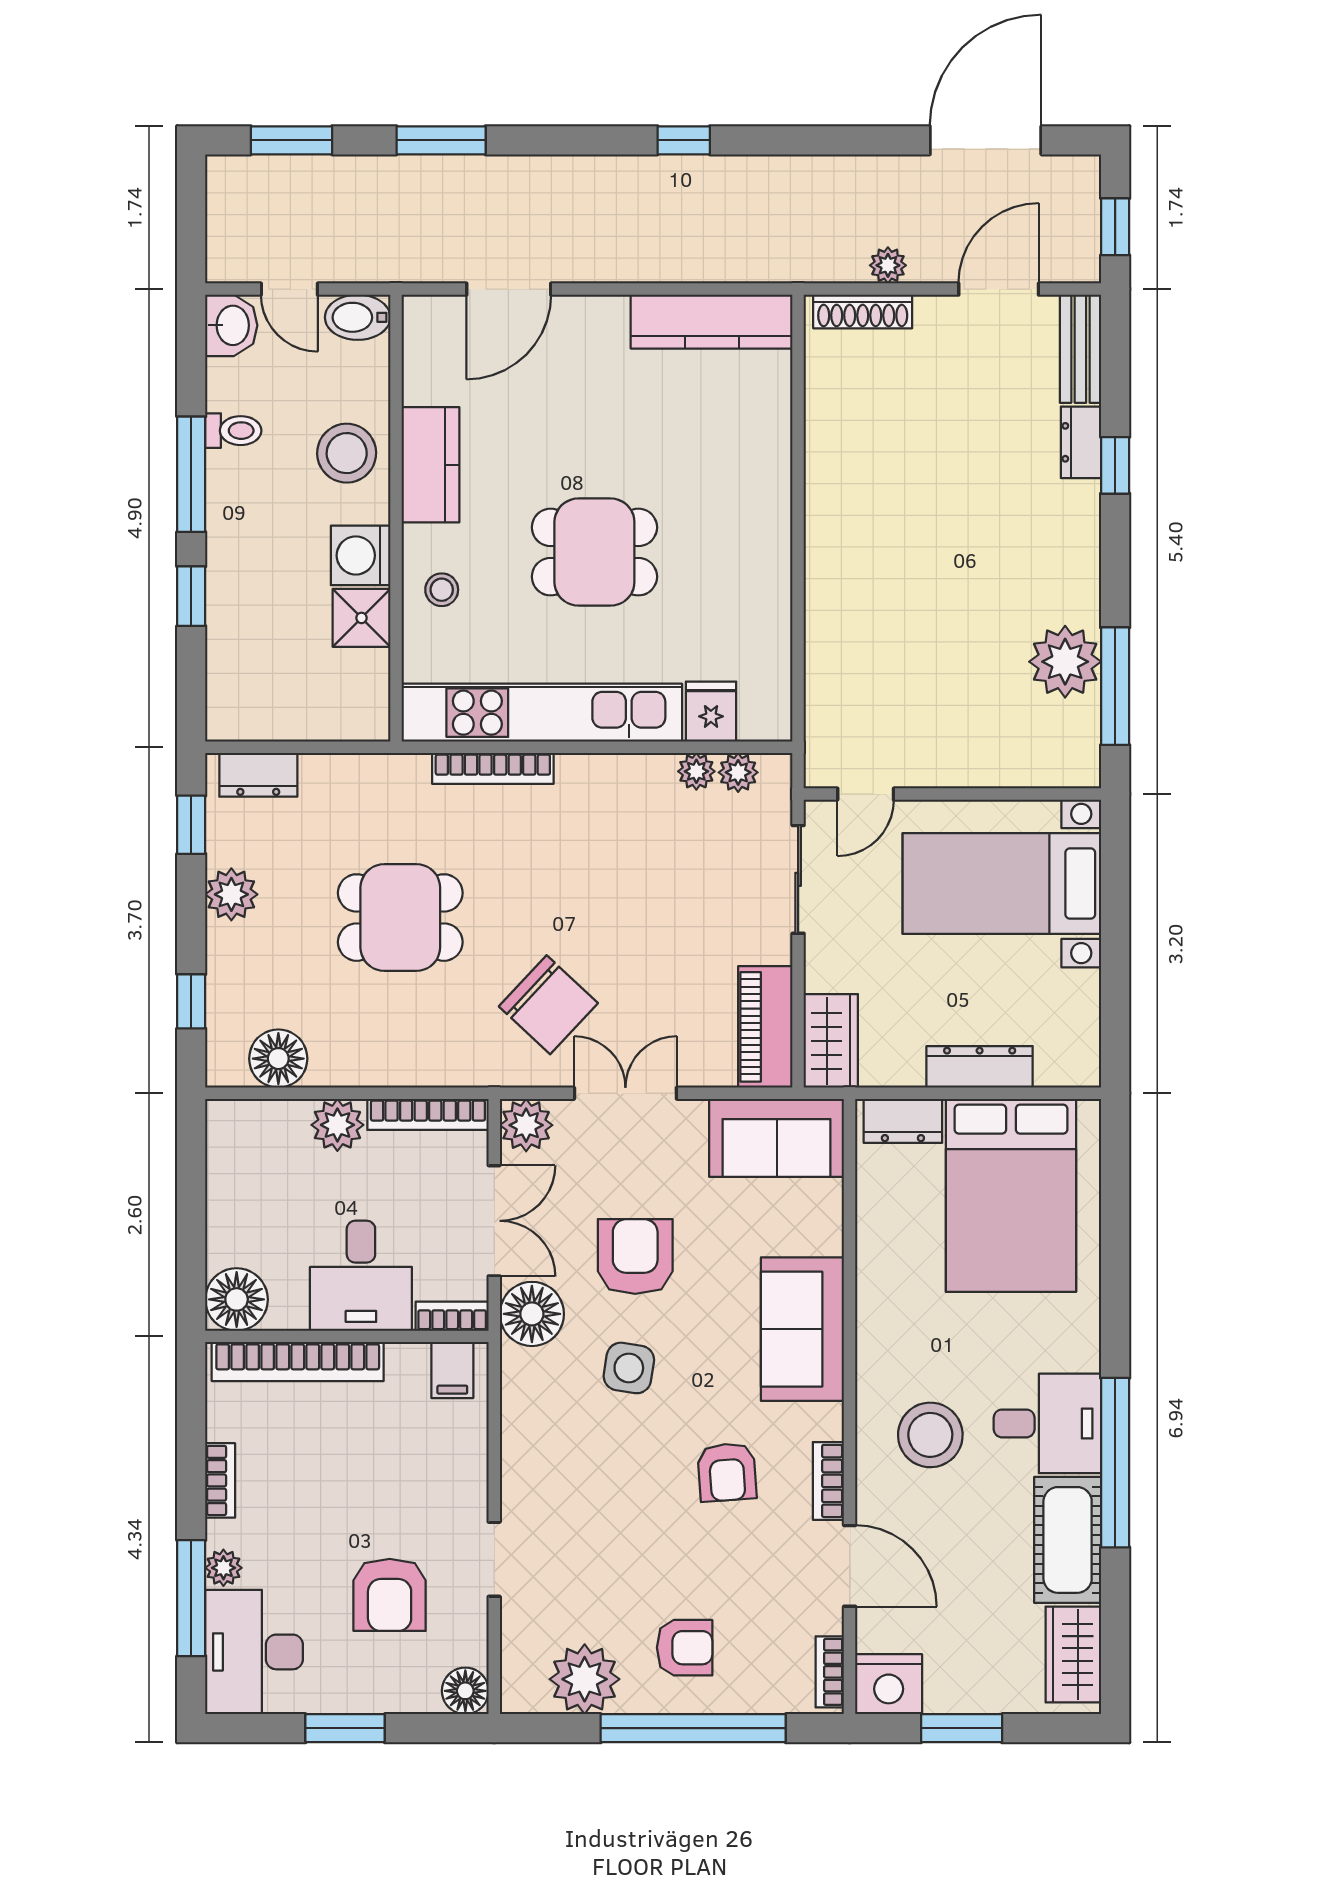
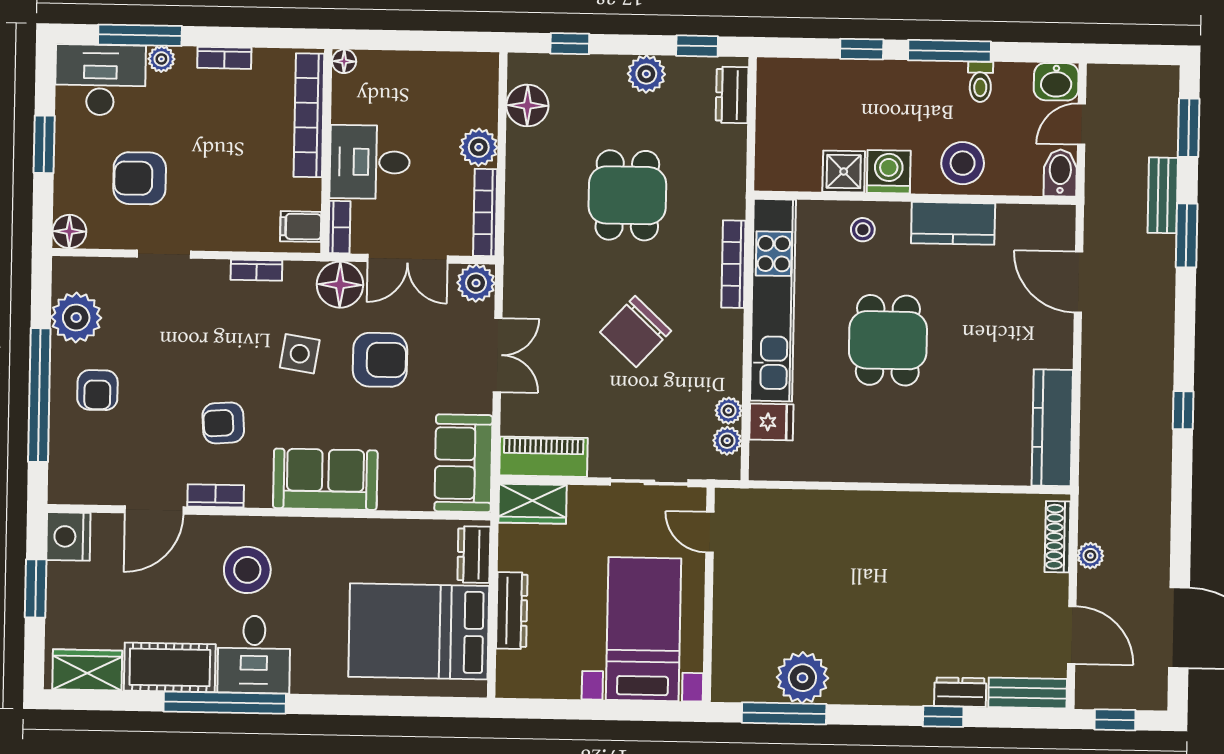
bench: (386, 174) -> (1163, 195), added
chair: (548, 1005) -> (636, 331), moved
floor lamp: (237, 1299) -> (344, 61), width x0.53, depth x0.53
bookcase: (830, 1672) -> (256, 270), moved, turned 180

